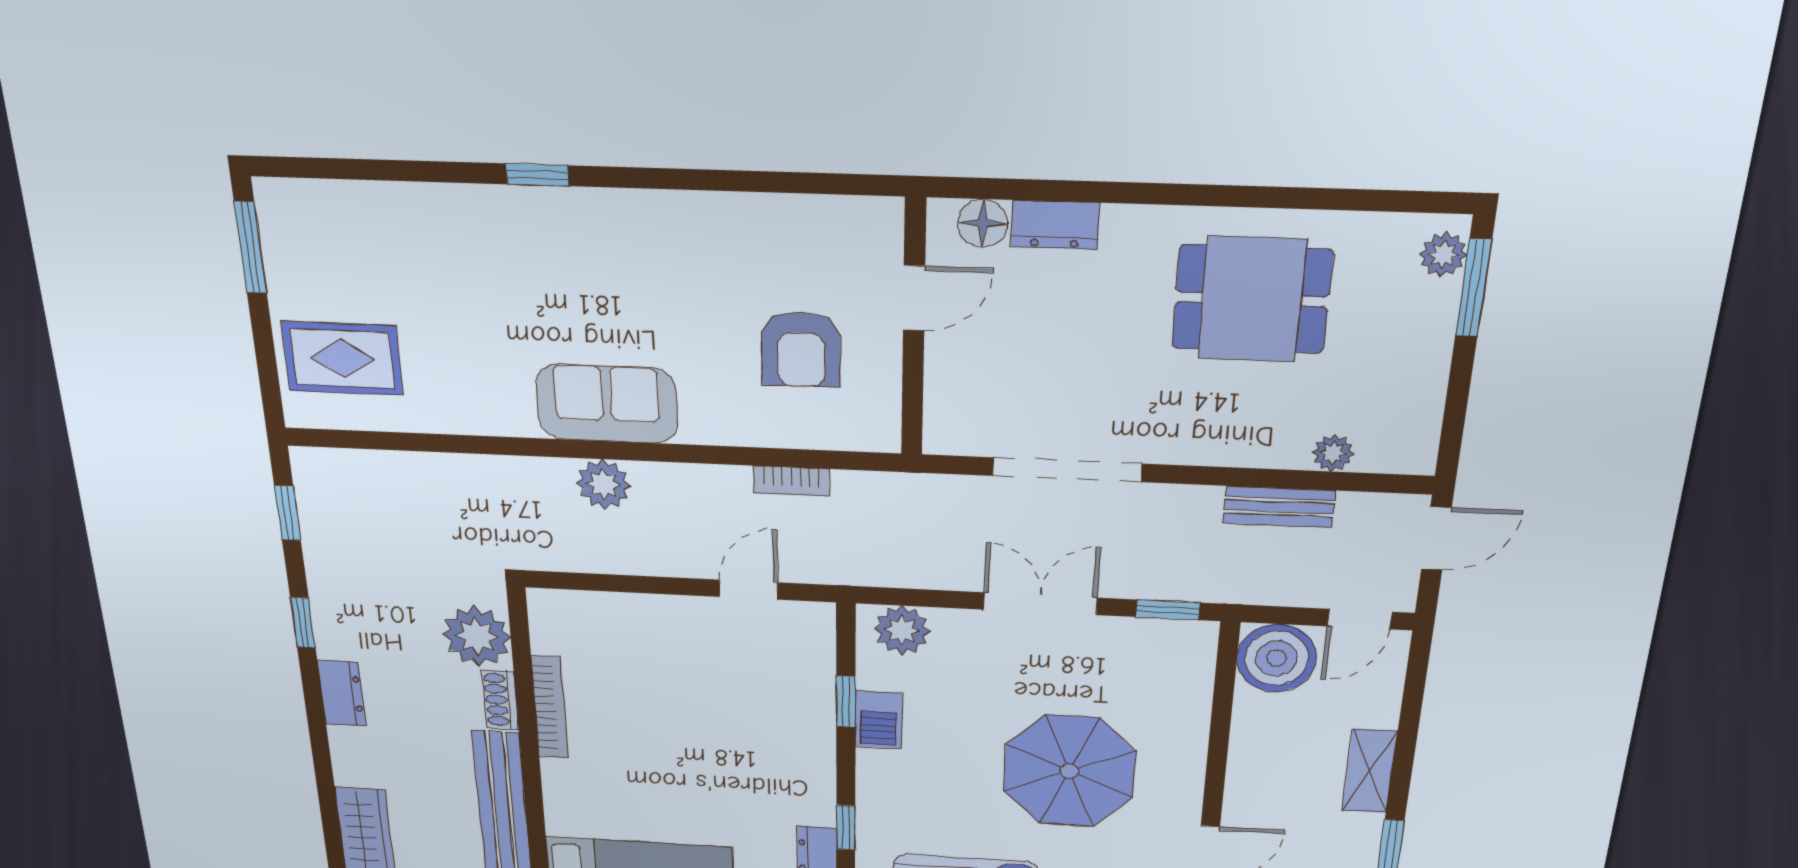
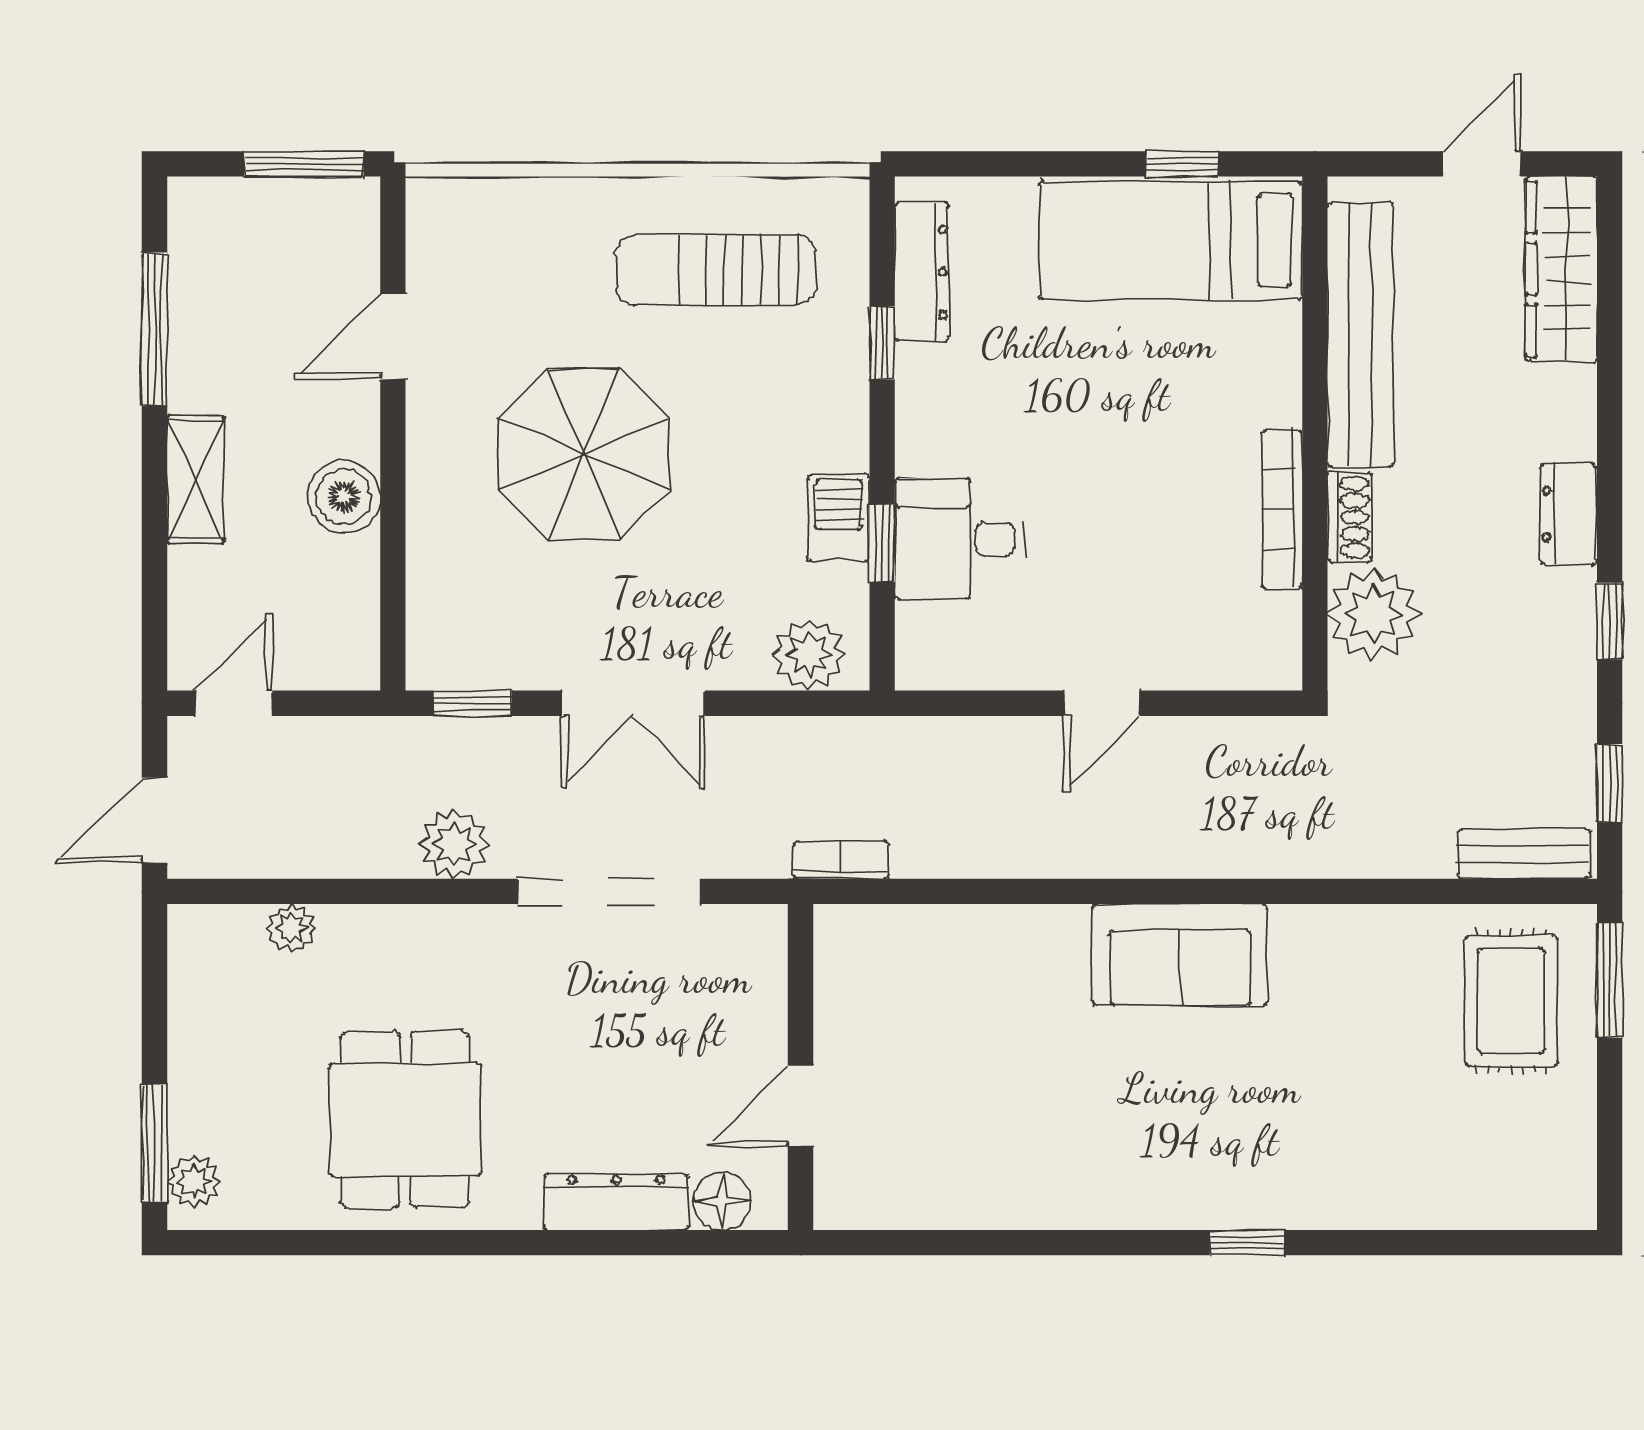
dresser: (1055, 225) -> (616, 1202), width x1.44
window: (250, 247) -> (1610, 980), moved
dining table: (1252, 299) -> (405, 1120), turned 90
armchair: (801, 349) -> (937, 1036), removed
rug: (342, 358) -> (1511, 1001), turned 90
bookcase: (791, 481) -> (841, 860), moved
plant: (604, 484) -> (454, 844), moved
bench: (1279, 507) -> (1524, 854), moved
door: (749, 590) -> (1102, 703), moved
boiler: (1277, 658) -> (344, 497), moved, width x0.73, depth x0.73
desk: (787, 701) -> (960, 539), added

